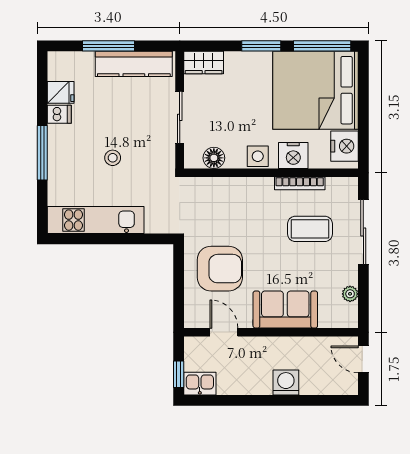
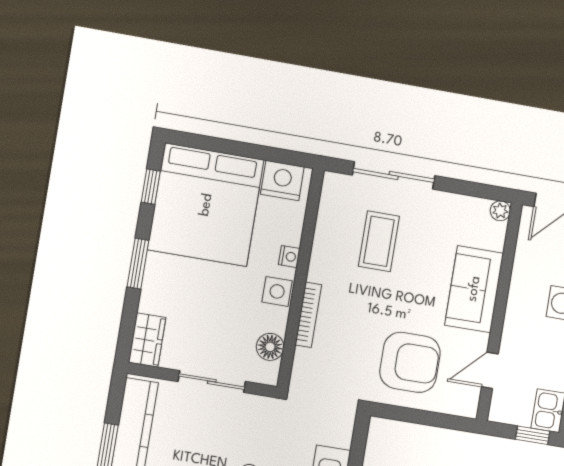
window: (322, 46) -> (151, 187), width x0.46
nightstand: (293, 155) -> (289, 257), width x0.53, depth x0.56
bookcase: (300, 183) -> (308, 315), moved
armchair: (220, 269) -> (410, 362), turned 90
plant: (350, 294) -> (500, 211), moved

